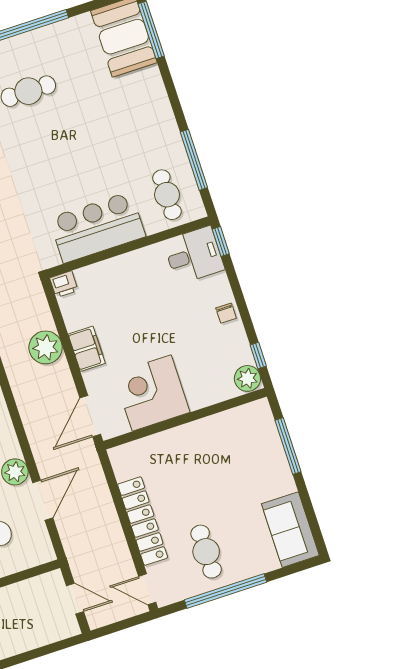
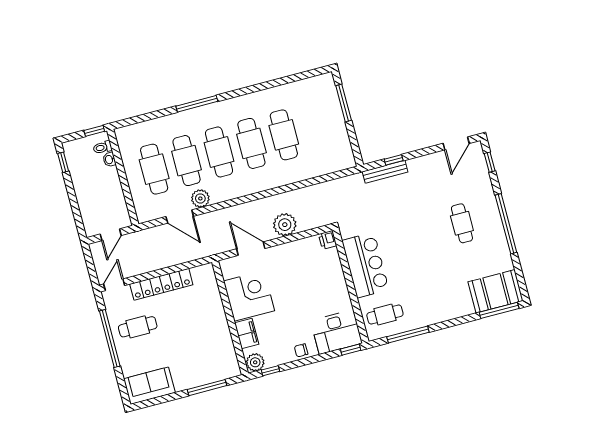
desk: (194, 255) -> (336, 332), width x1.37
filing cabinet: (87, 349) -> (247, 334), moved, turned -90
door: (90, 416) -> (251, 249), moved

